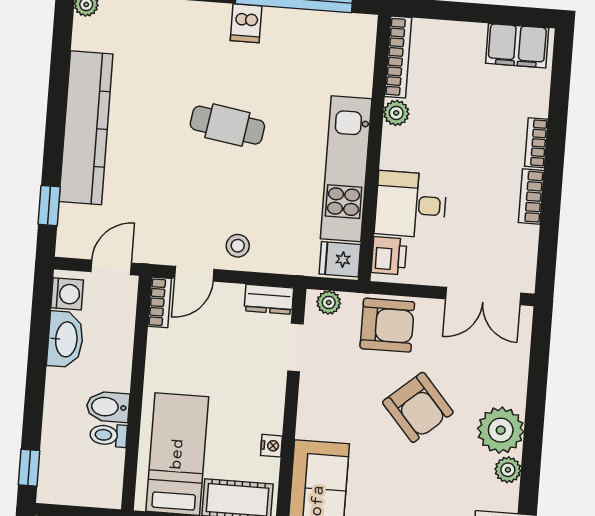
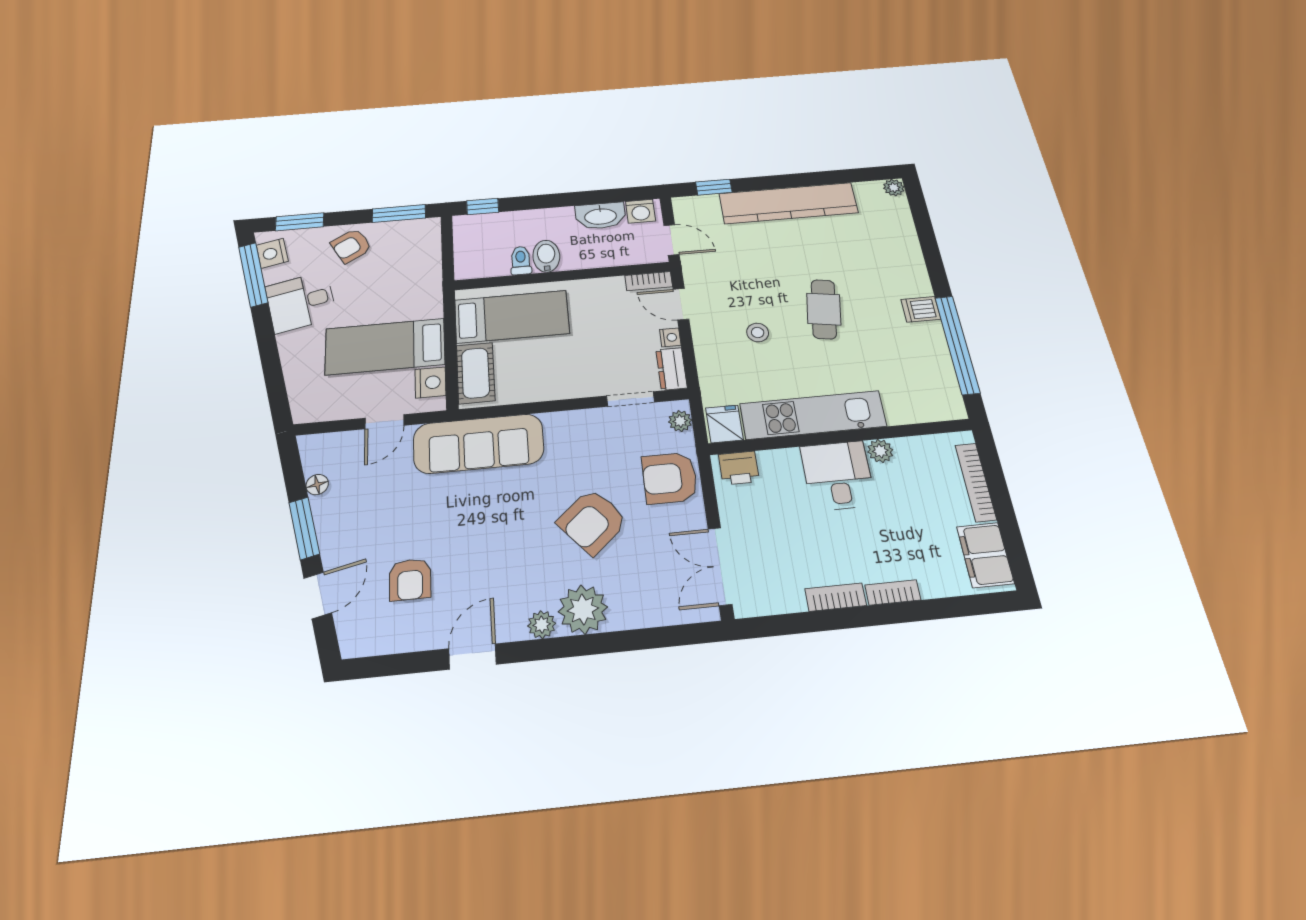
bookcase: (398, 57) -> (976, 482), moved, turned 90
desk: (411, 205) -> (838, 476), moved
stool: (238, 246) -> (758, 332), moved
armchair: (387, 325) -> (670, 478), turned 90
nightstand: (271, 446) -> (670, 337), moved, turned -90

